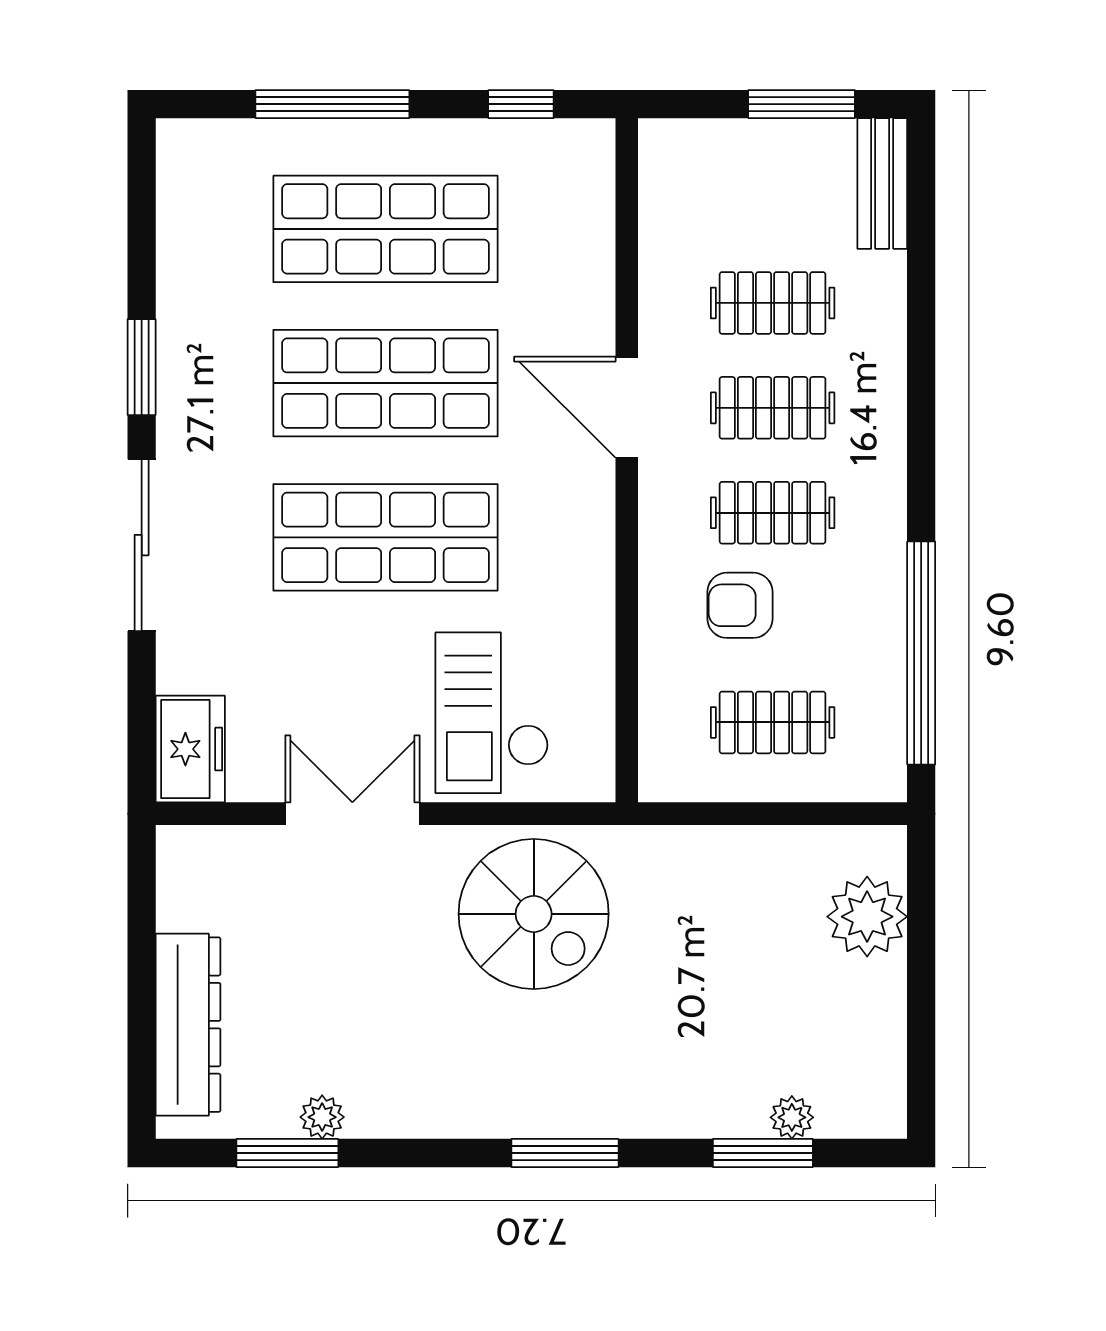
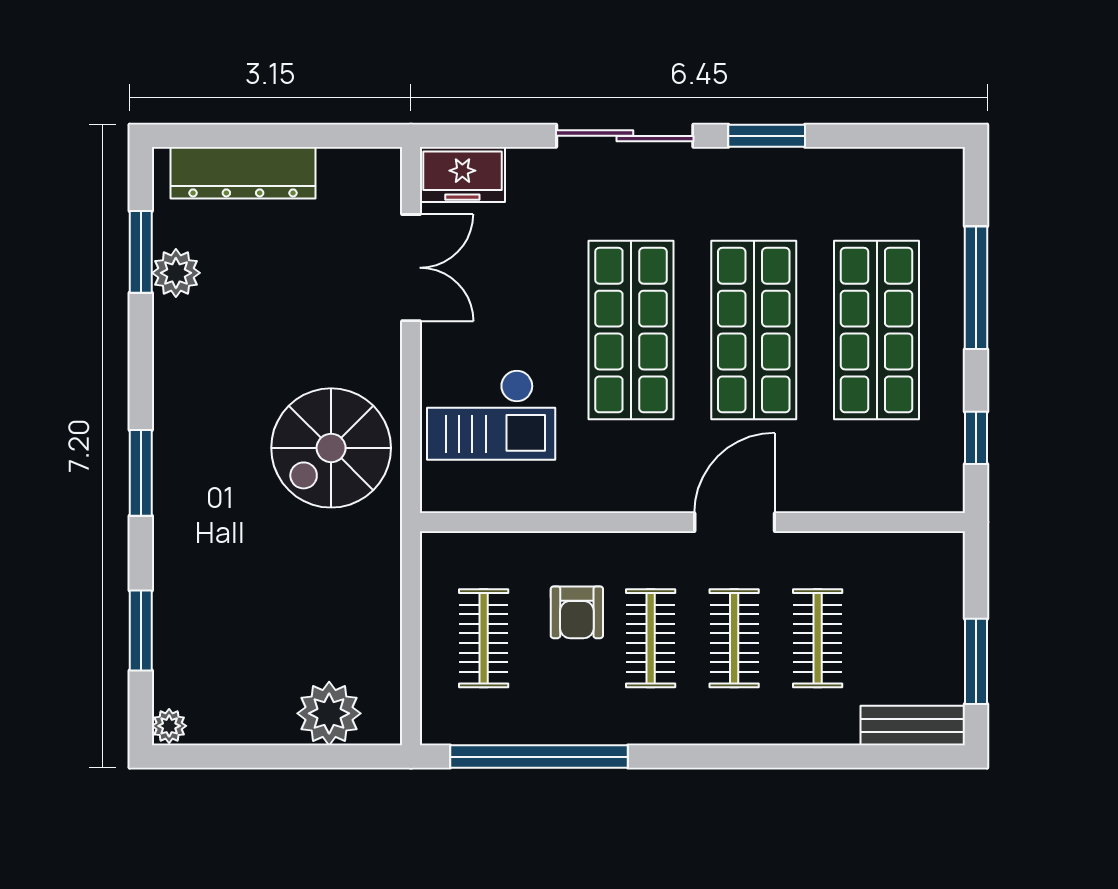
armchair: (740, 605) -> (577, 612), turned 180
checkout: (492, 713) -> (491, 415), turned 180
double door: (352, 814) -> (411, 268), moved
plant: (322, 1117) -> (176, 273), width x1.38, depth x1.38
plant: (792, 1117) -> (169, 726), moved

